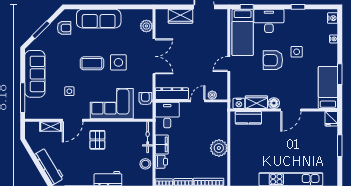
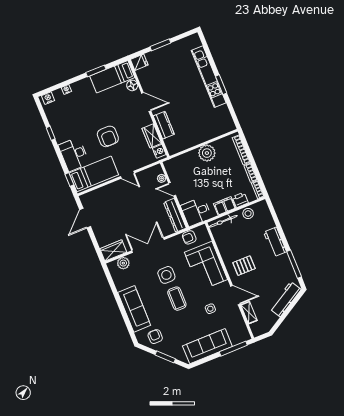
wardrobe: (180, 16) -> (113, 250), moved, turned -90
side table: (297, 52) -> (92, 118), removed
floor lamp: (274, 103) -> (132, 85), moved
kitchen counter: (248, 118) -> (164, 125), moved

